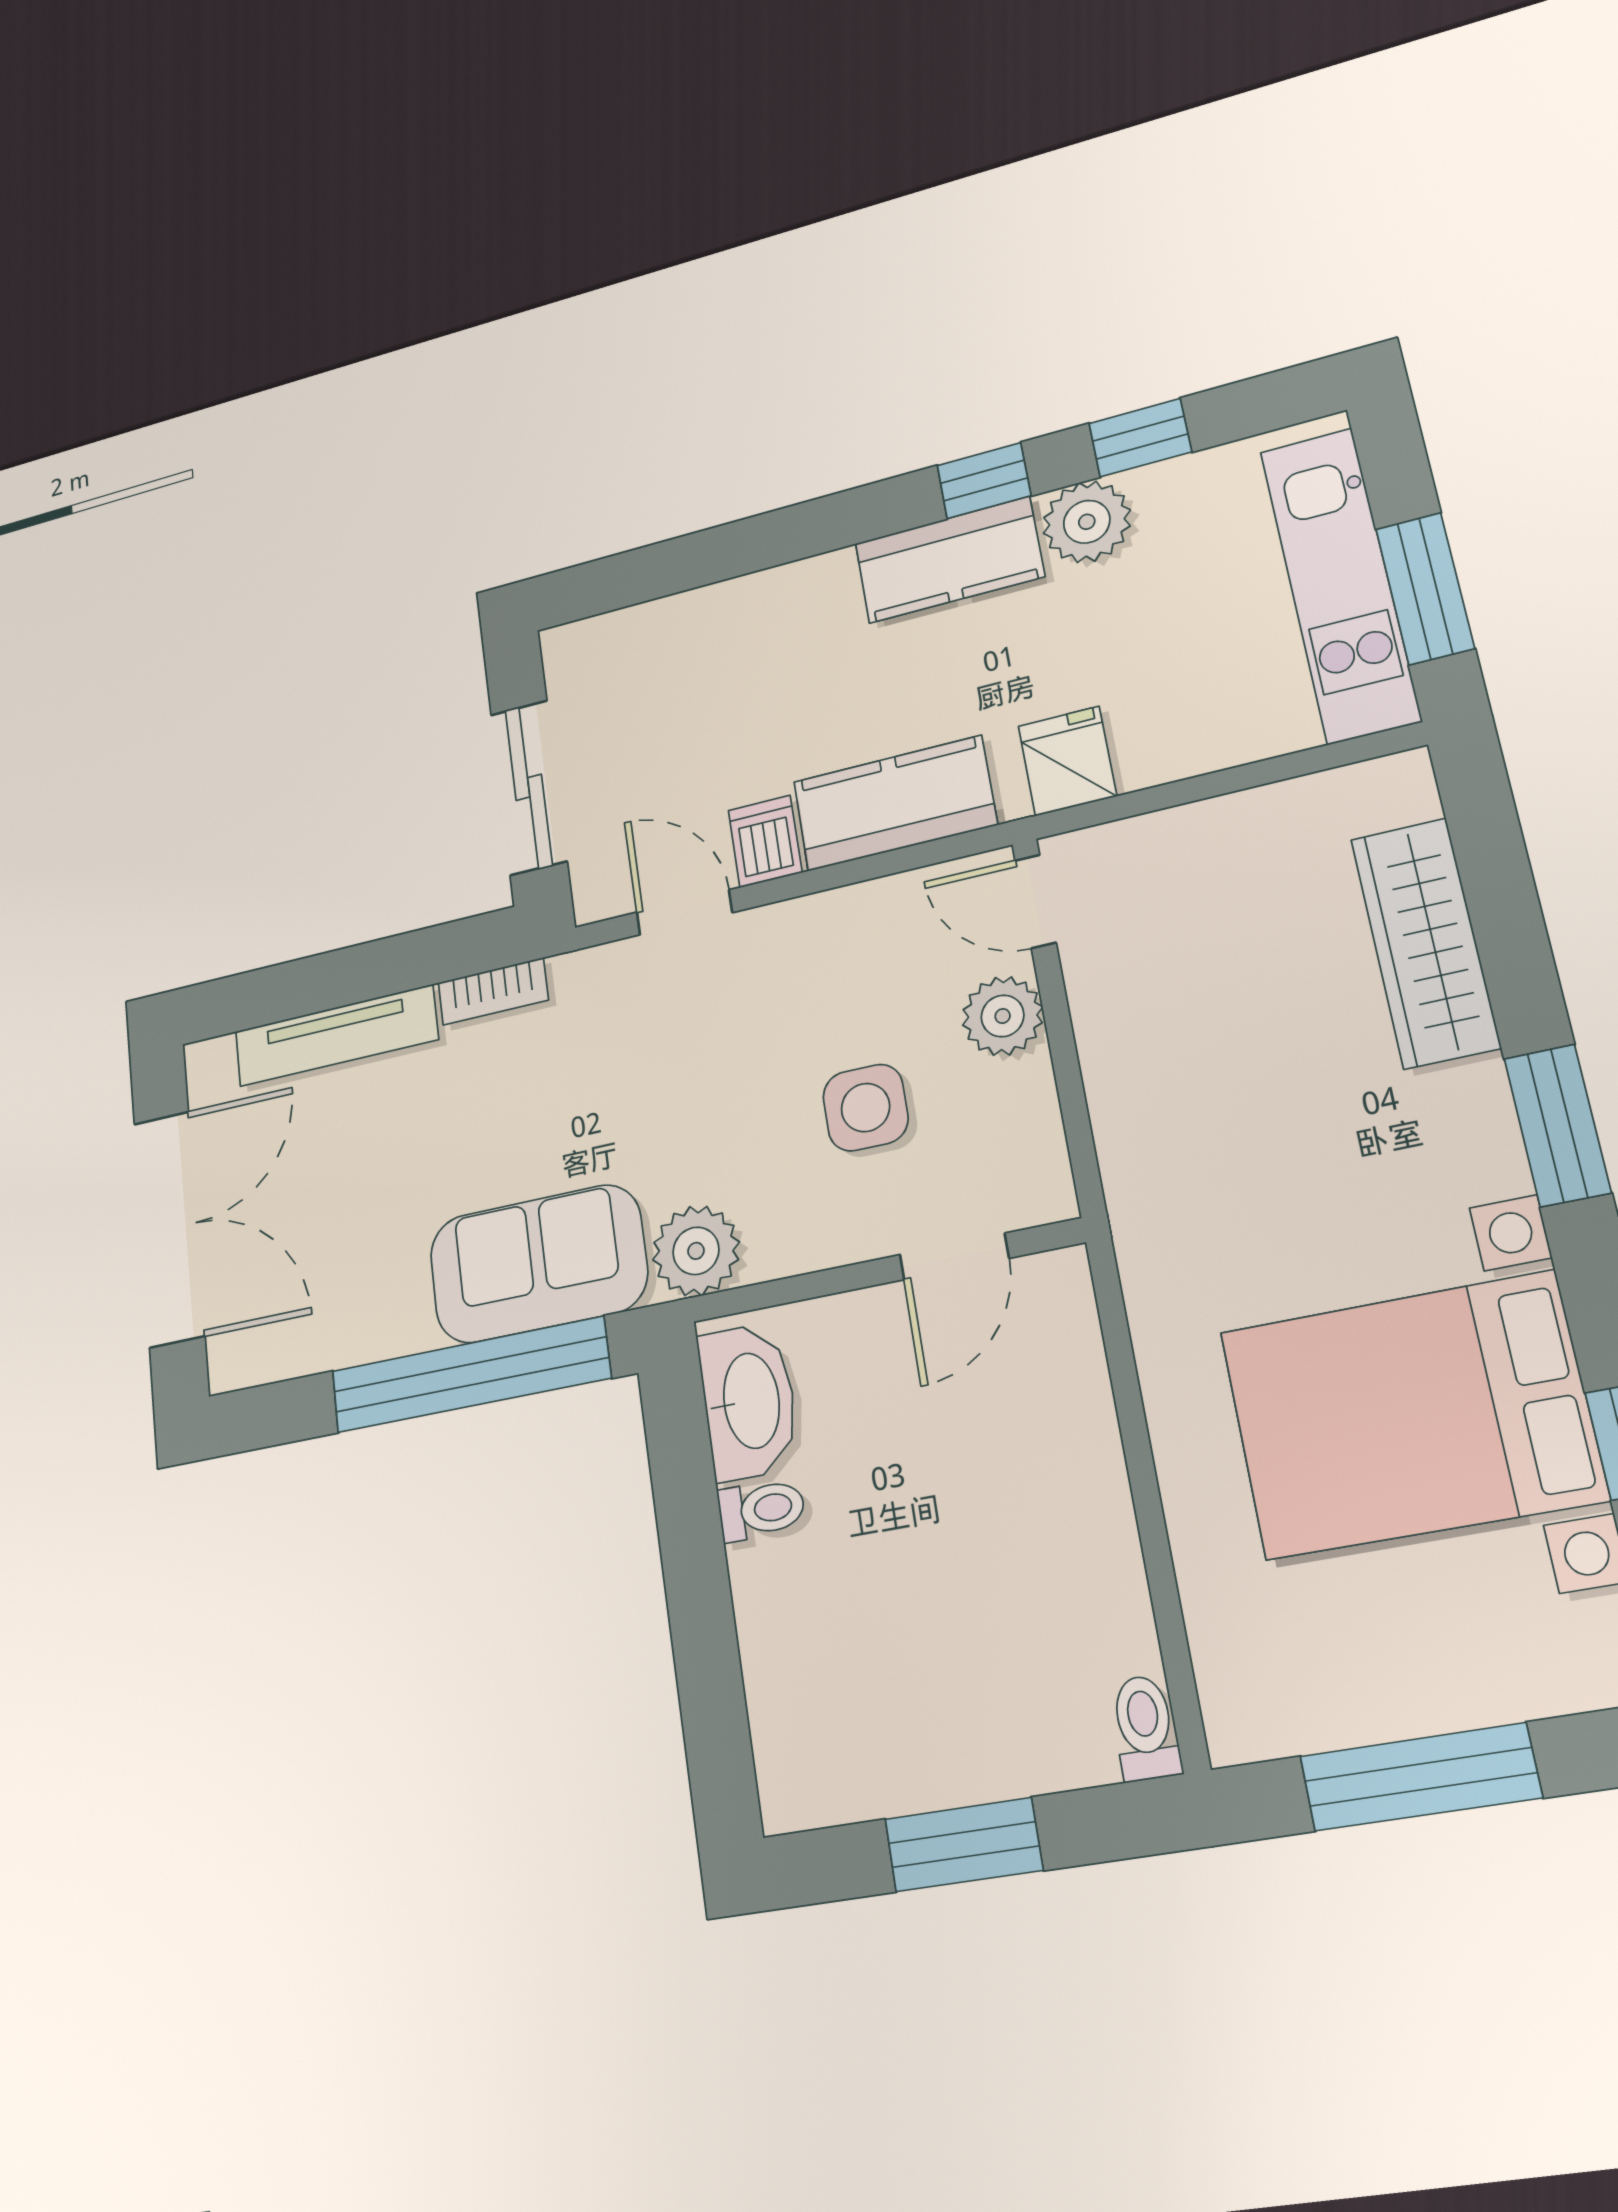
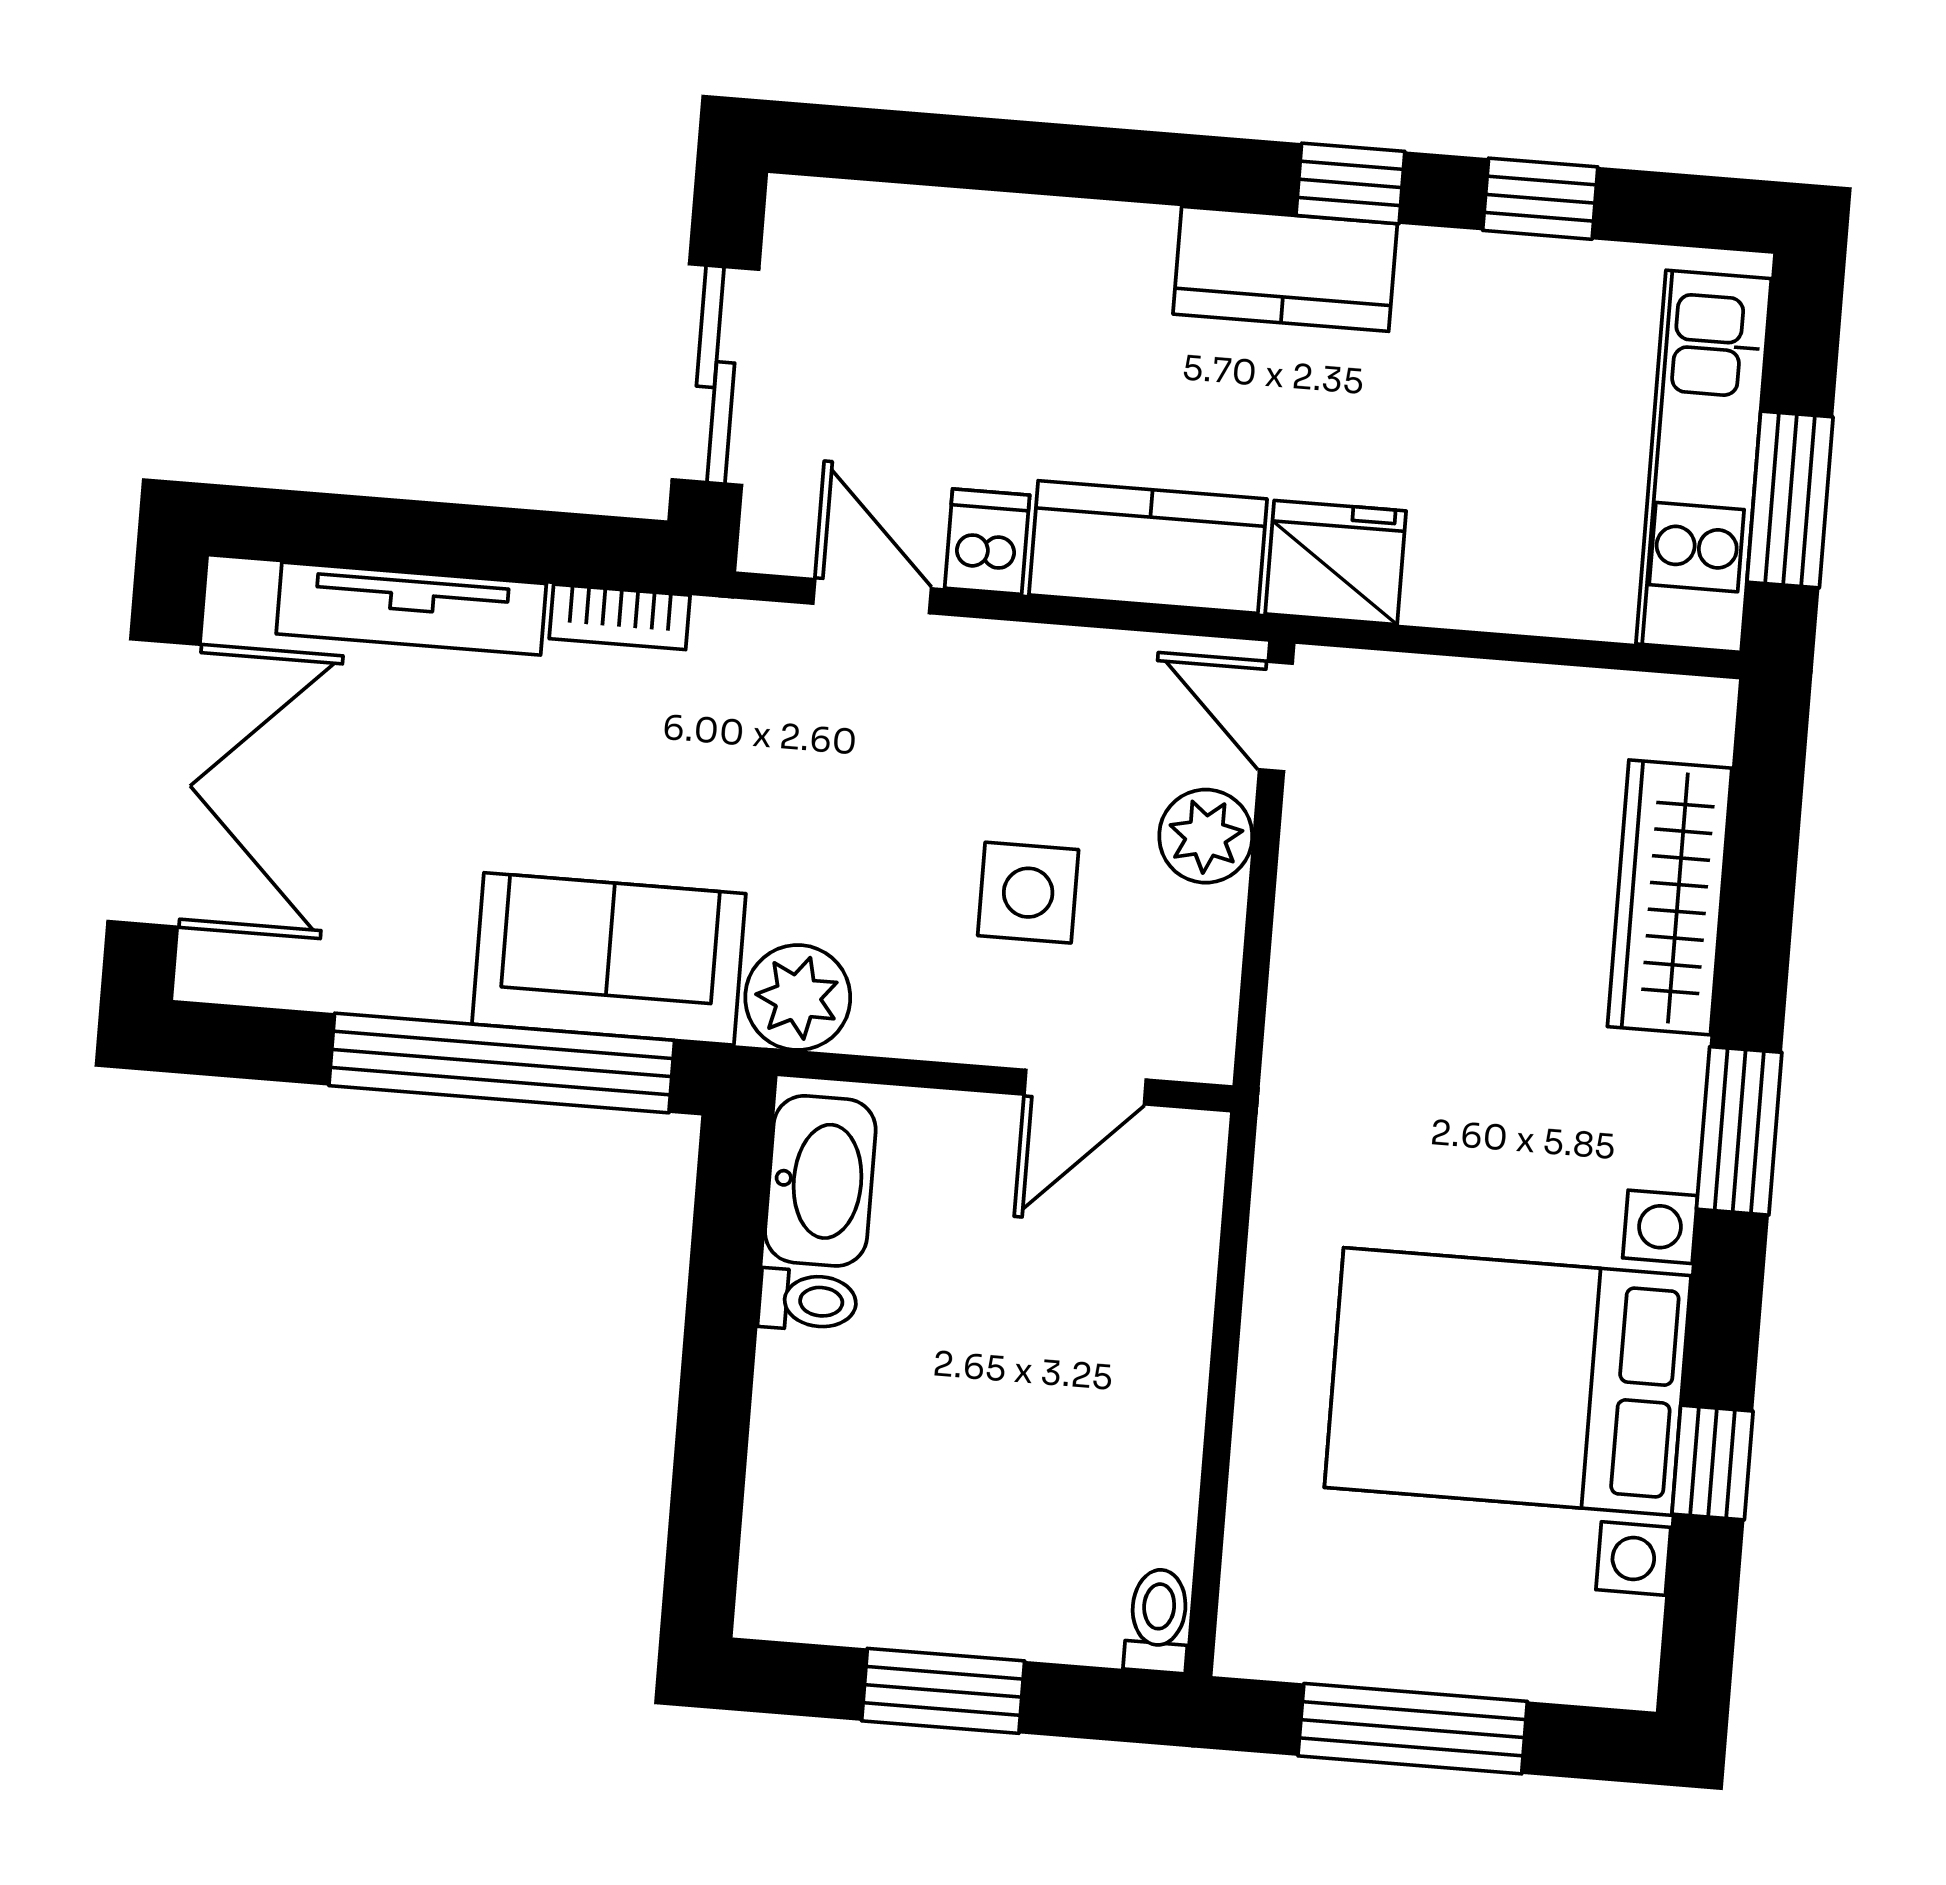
plant: (1087, 522) -> (1453, 281), removed
fridge: (1067, 761) -> (1336, 562), width x1.38

